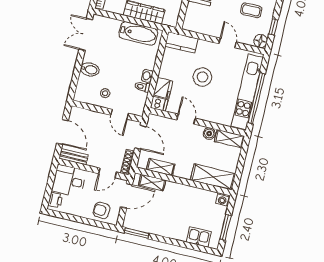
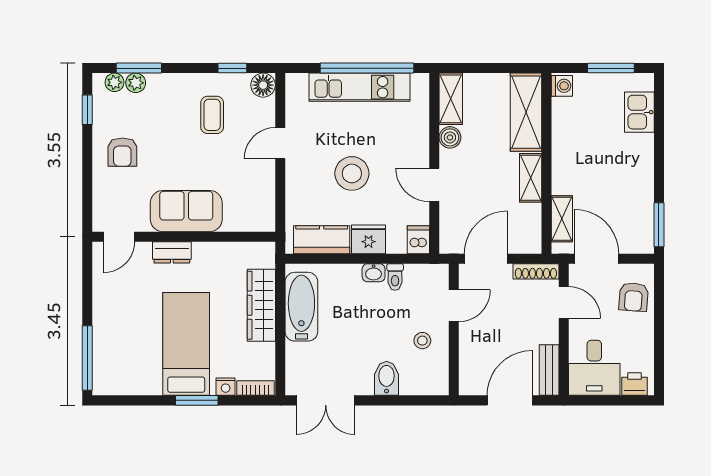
kitchen counter: (181, 42) -> (322, 240), moved, turned -90
fridge: (163, 88) -> (369, 239), moved
kitchen unit: (247, 92) -> (359, 87), width x0.73
door: (186, 119) -> (434, 185), hinge flipped
shelving: (161, 167) -> (531, 178), moved

